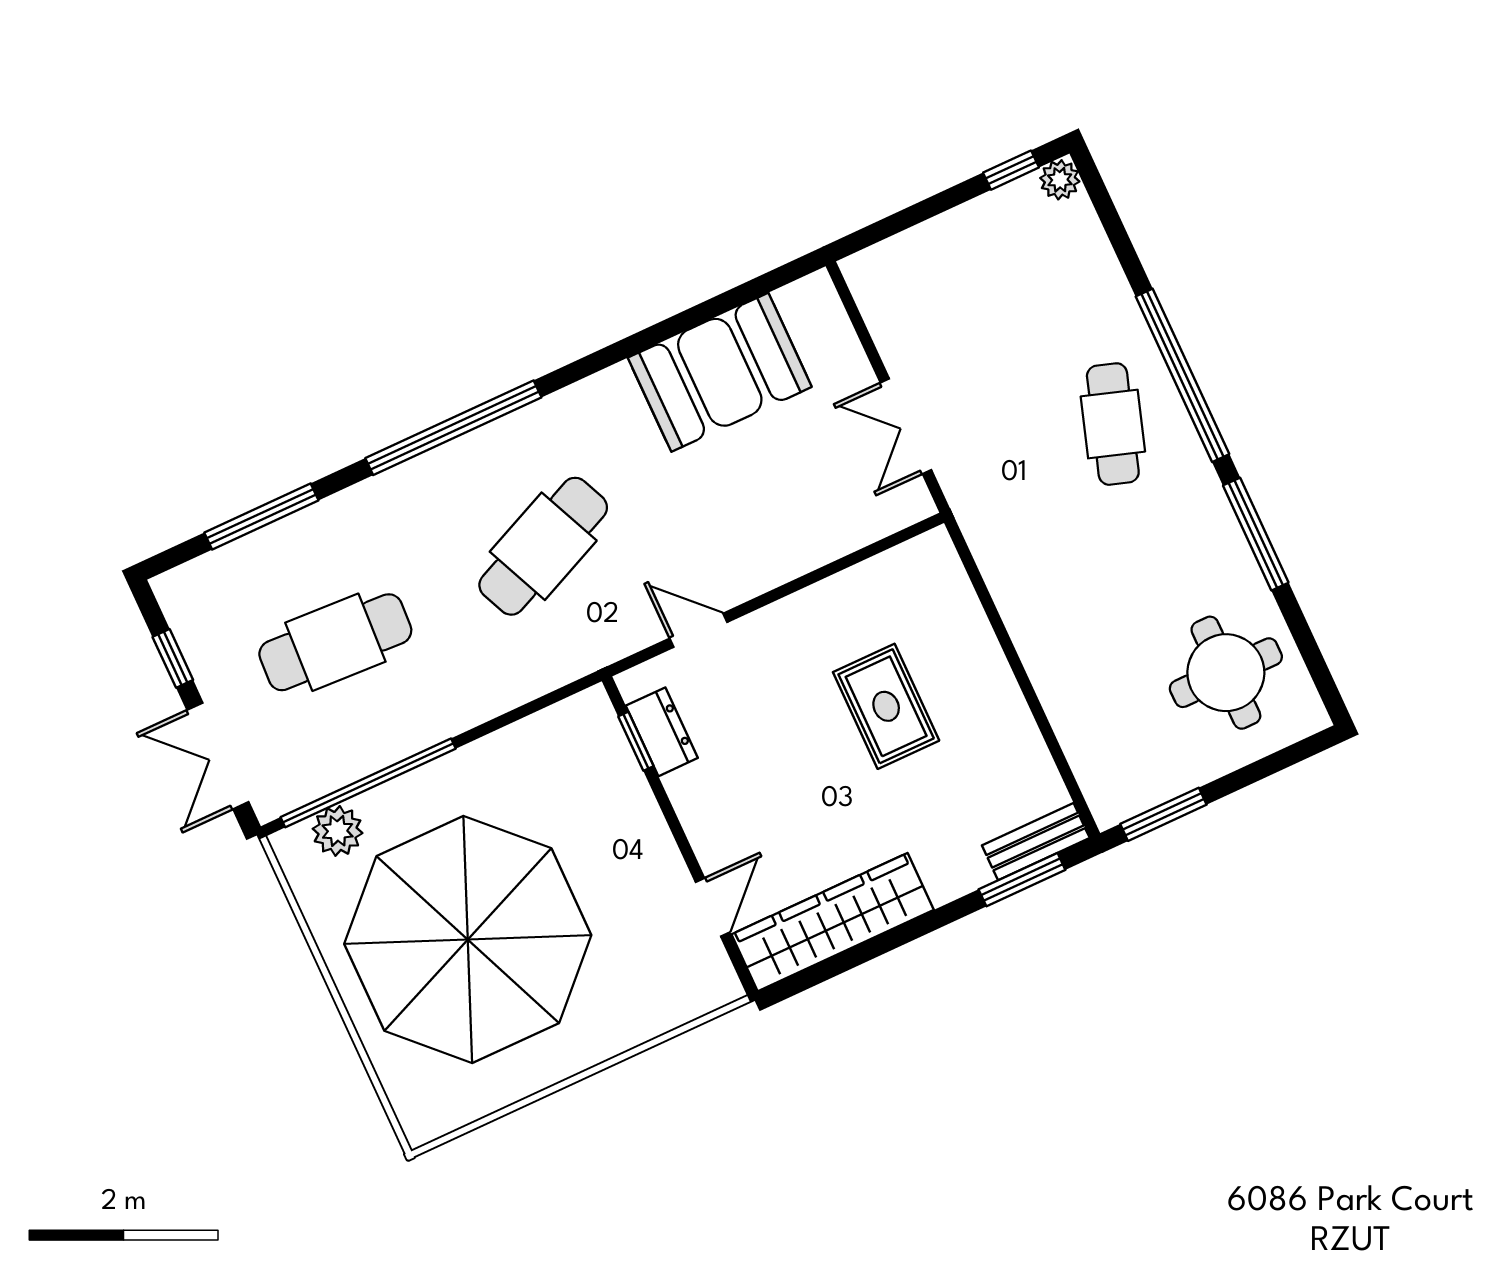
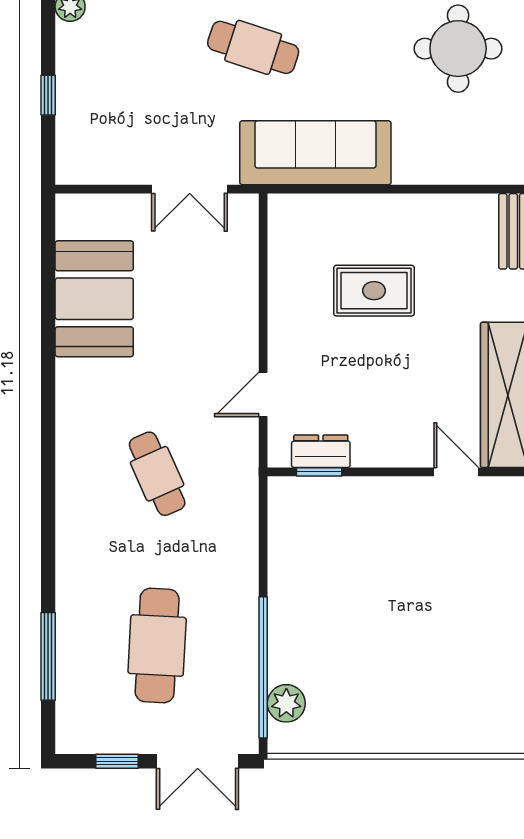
window: (1011, 170) -> (48, 95), moved
window: (453, 428) -> (48, 498), removed
cafe table: (543, 546) -> (157, 474), width x0.73, depth x0.74
sofa: (1020, 558) -> (315, 153), added
parasol: (468, 940) -> (401, 649), removed

